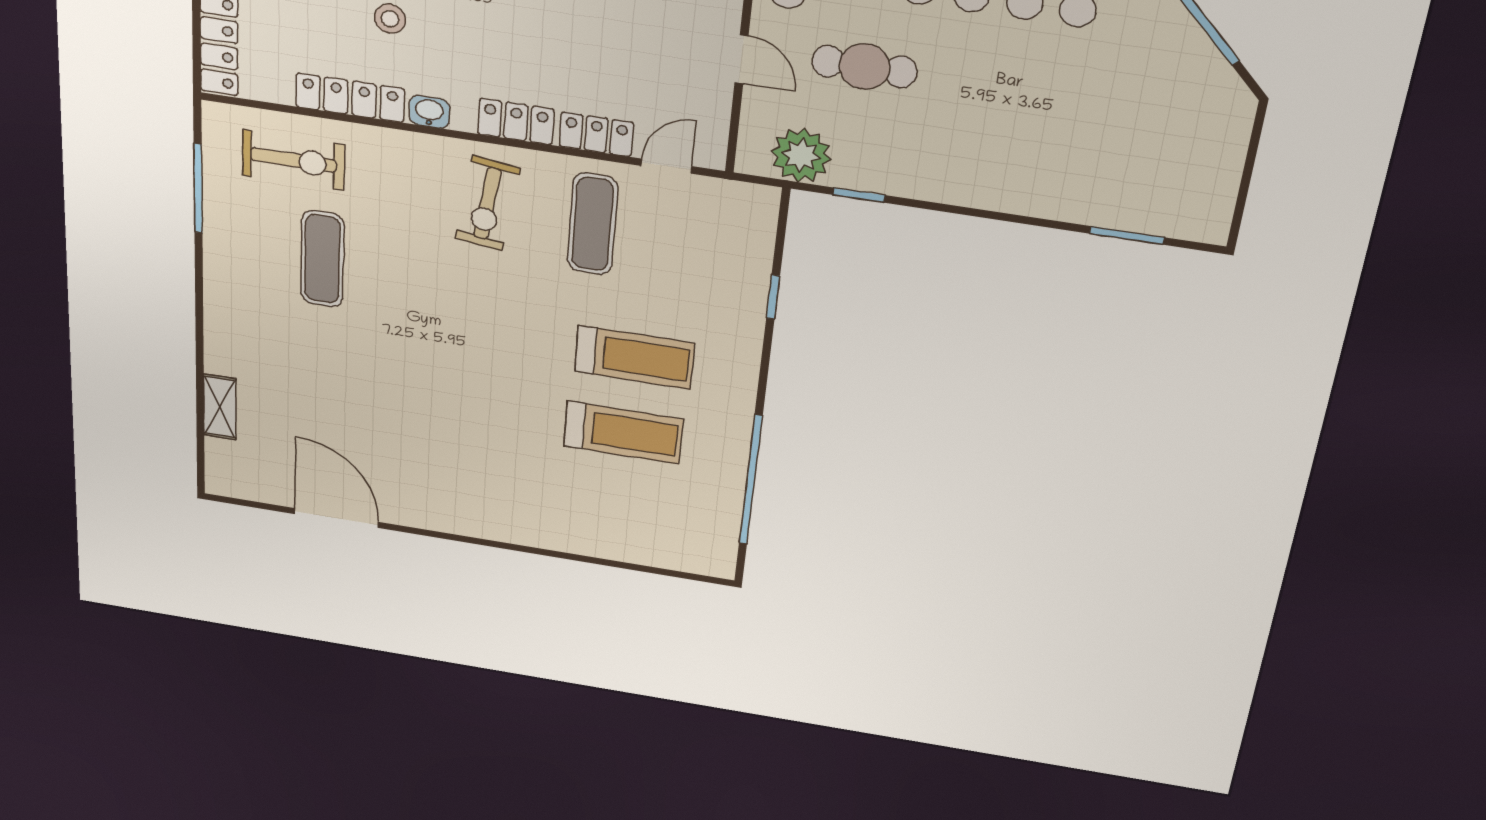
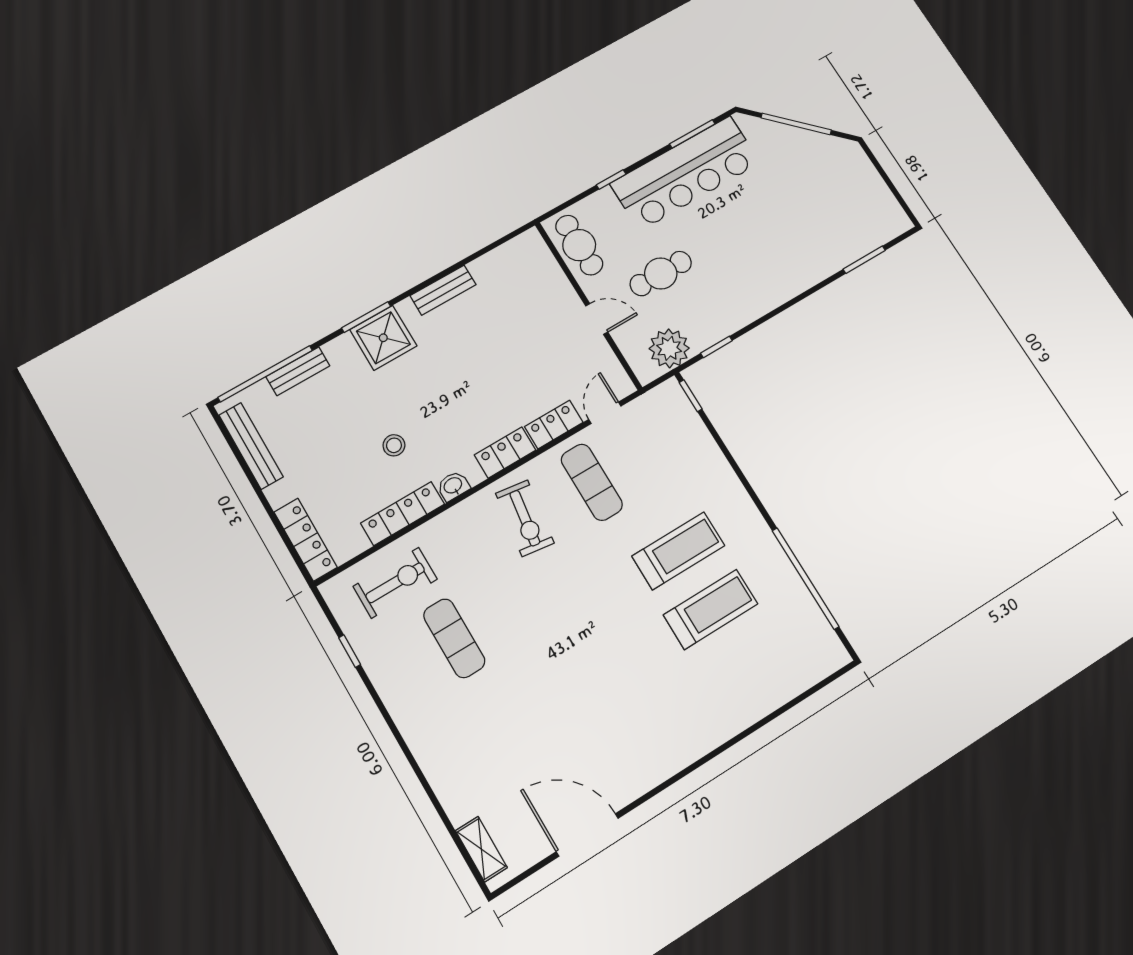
window: (198, 188) -> (350, 651), width x0.46
window: (773, 297) -> (691, 396), moved
shelving: (220, 407) -> (481, 849), moved

